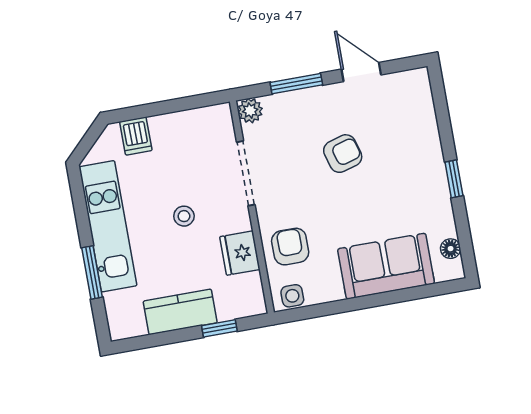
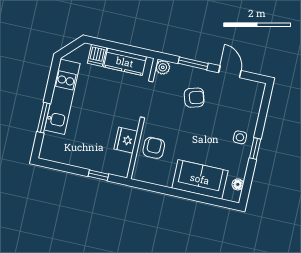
armchair: (343, 154) -> (194, 98), moved
stool: (184, 216) -> (105, 108), removed
side table: (292, 296) -> (240, 137), moved
kitchen counter: (180, 312) -> (125, 62), moved, turned 180

